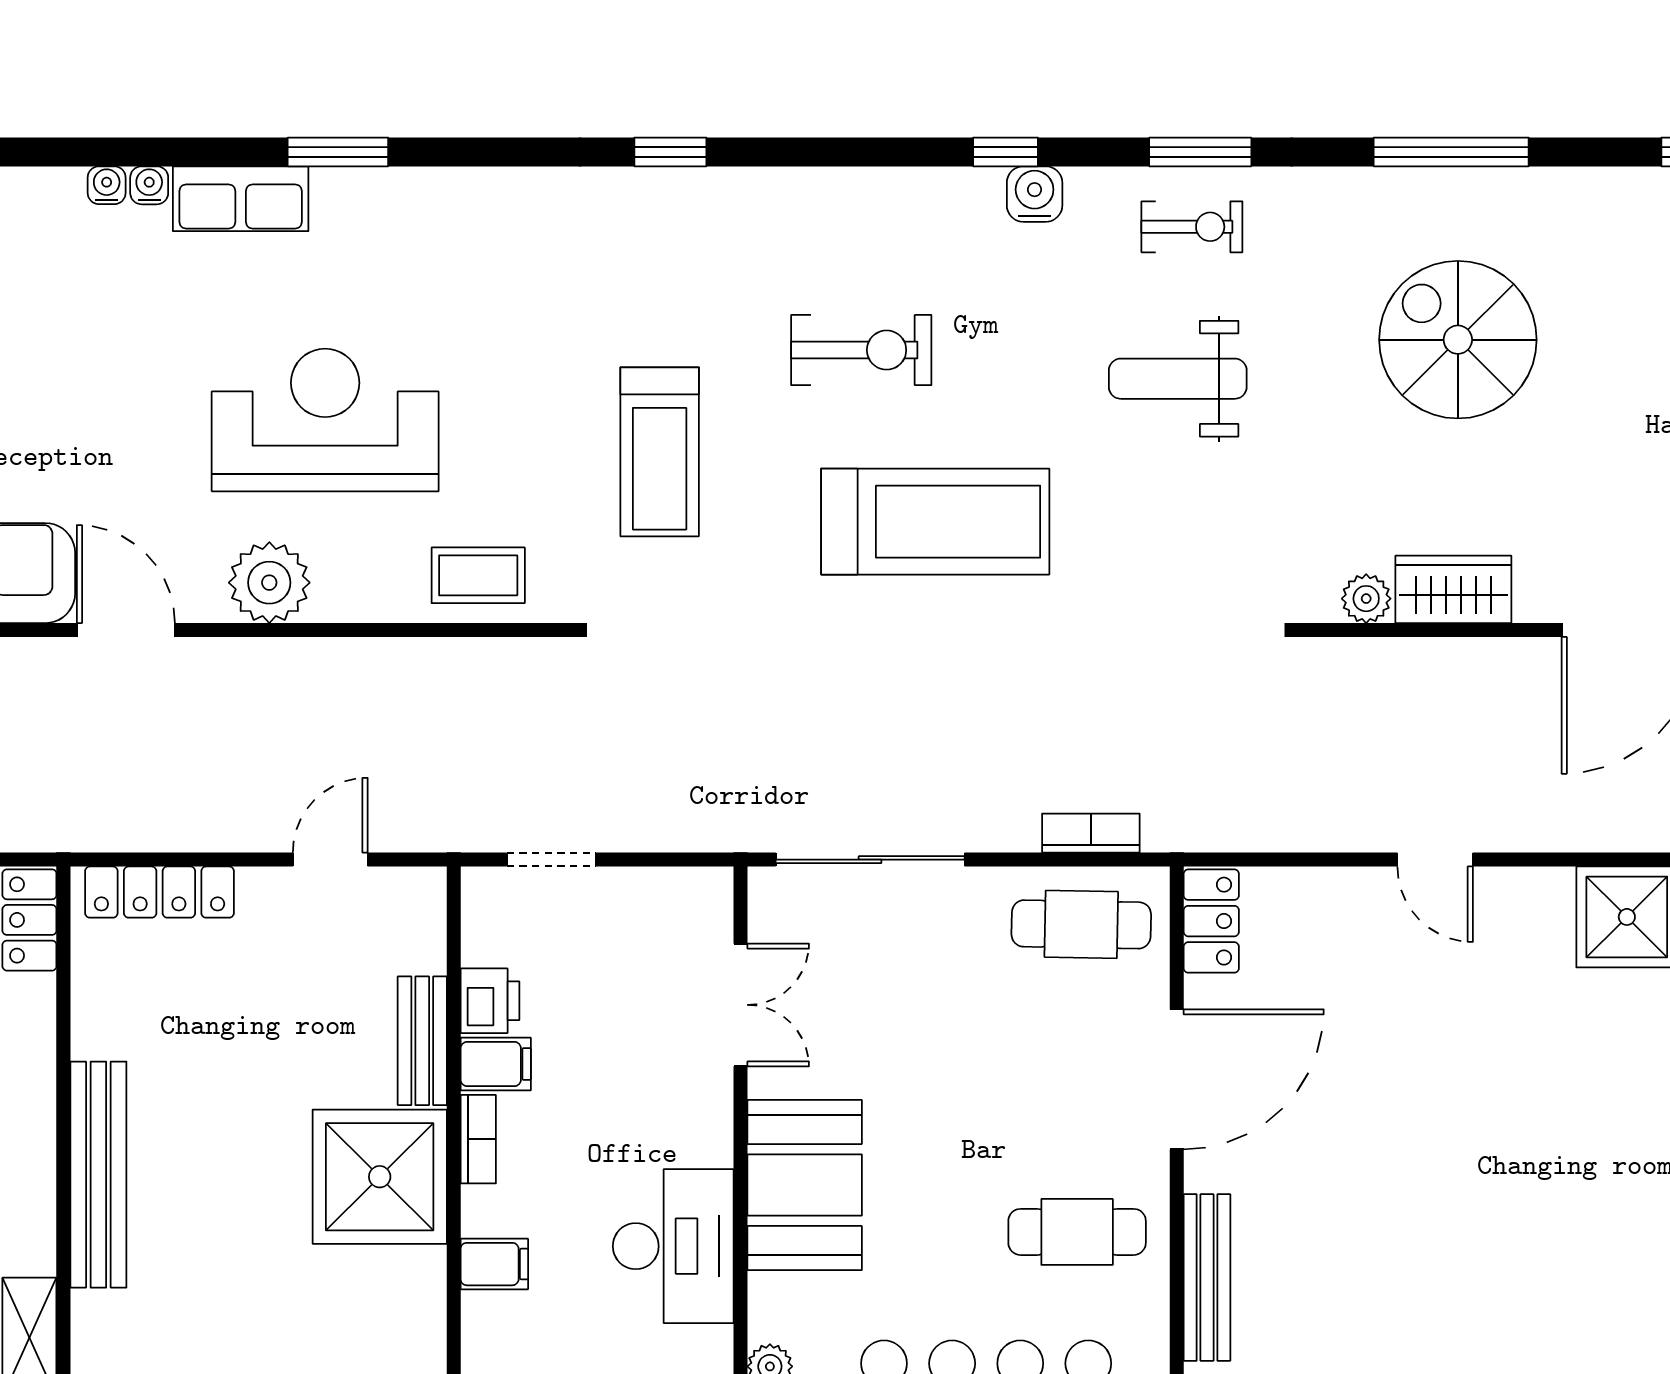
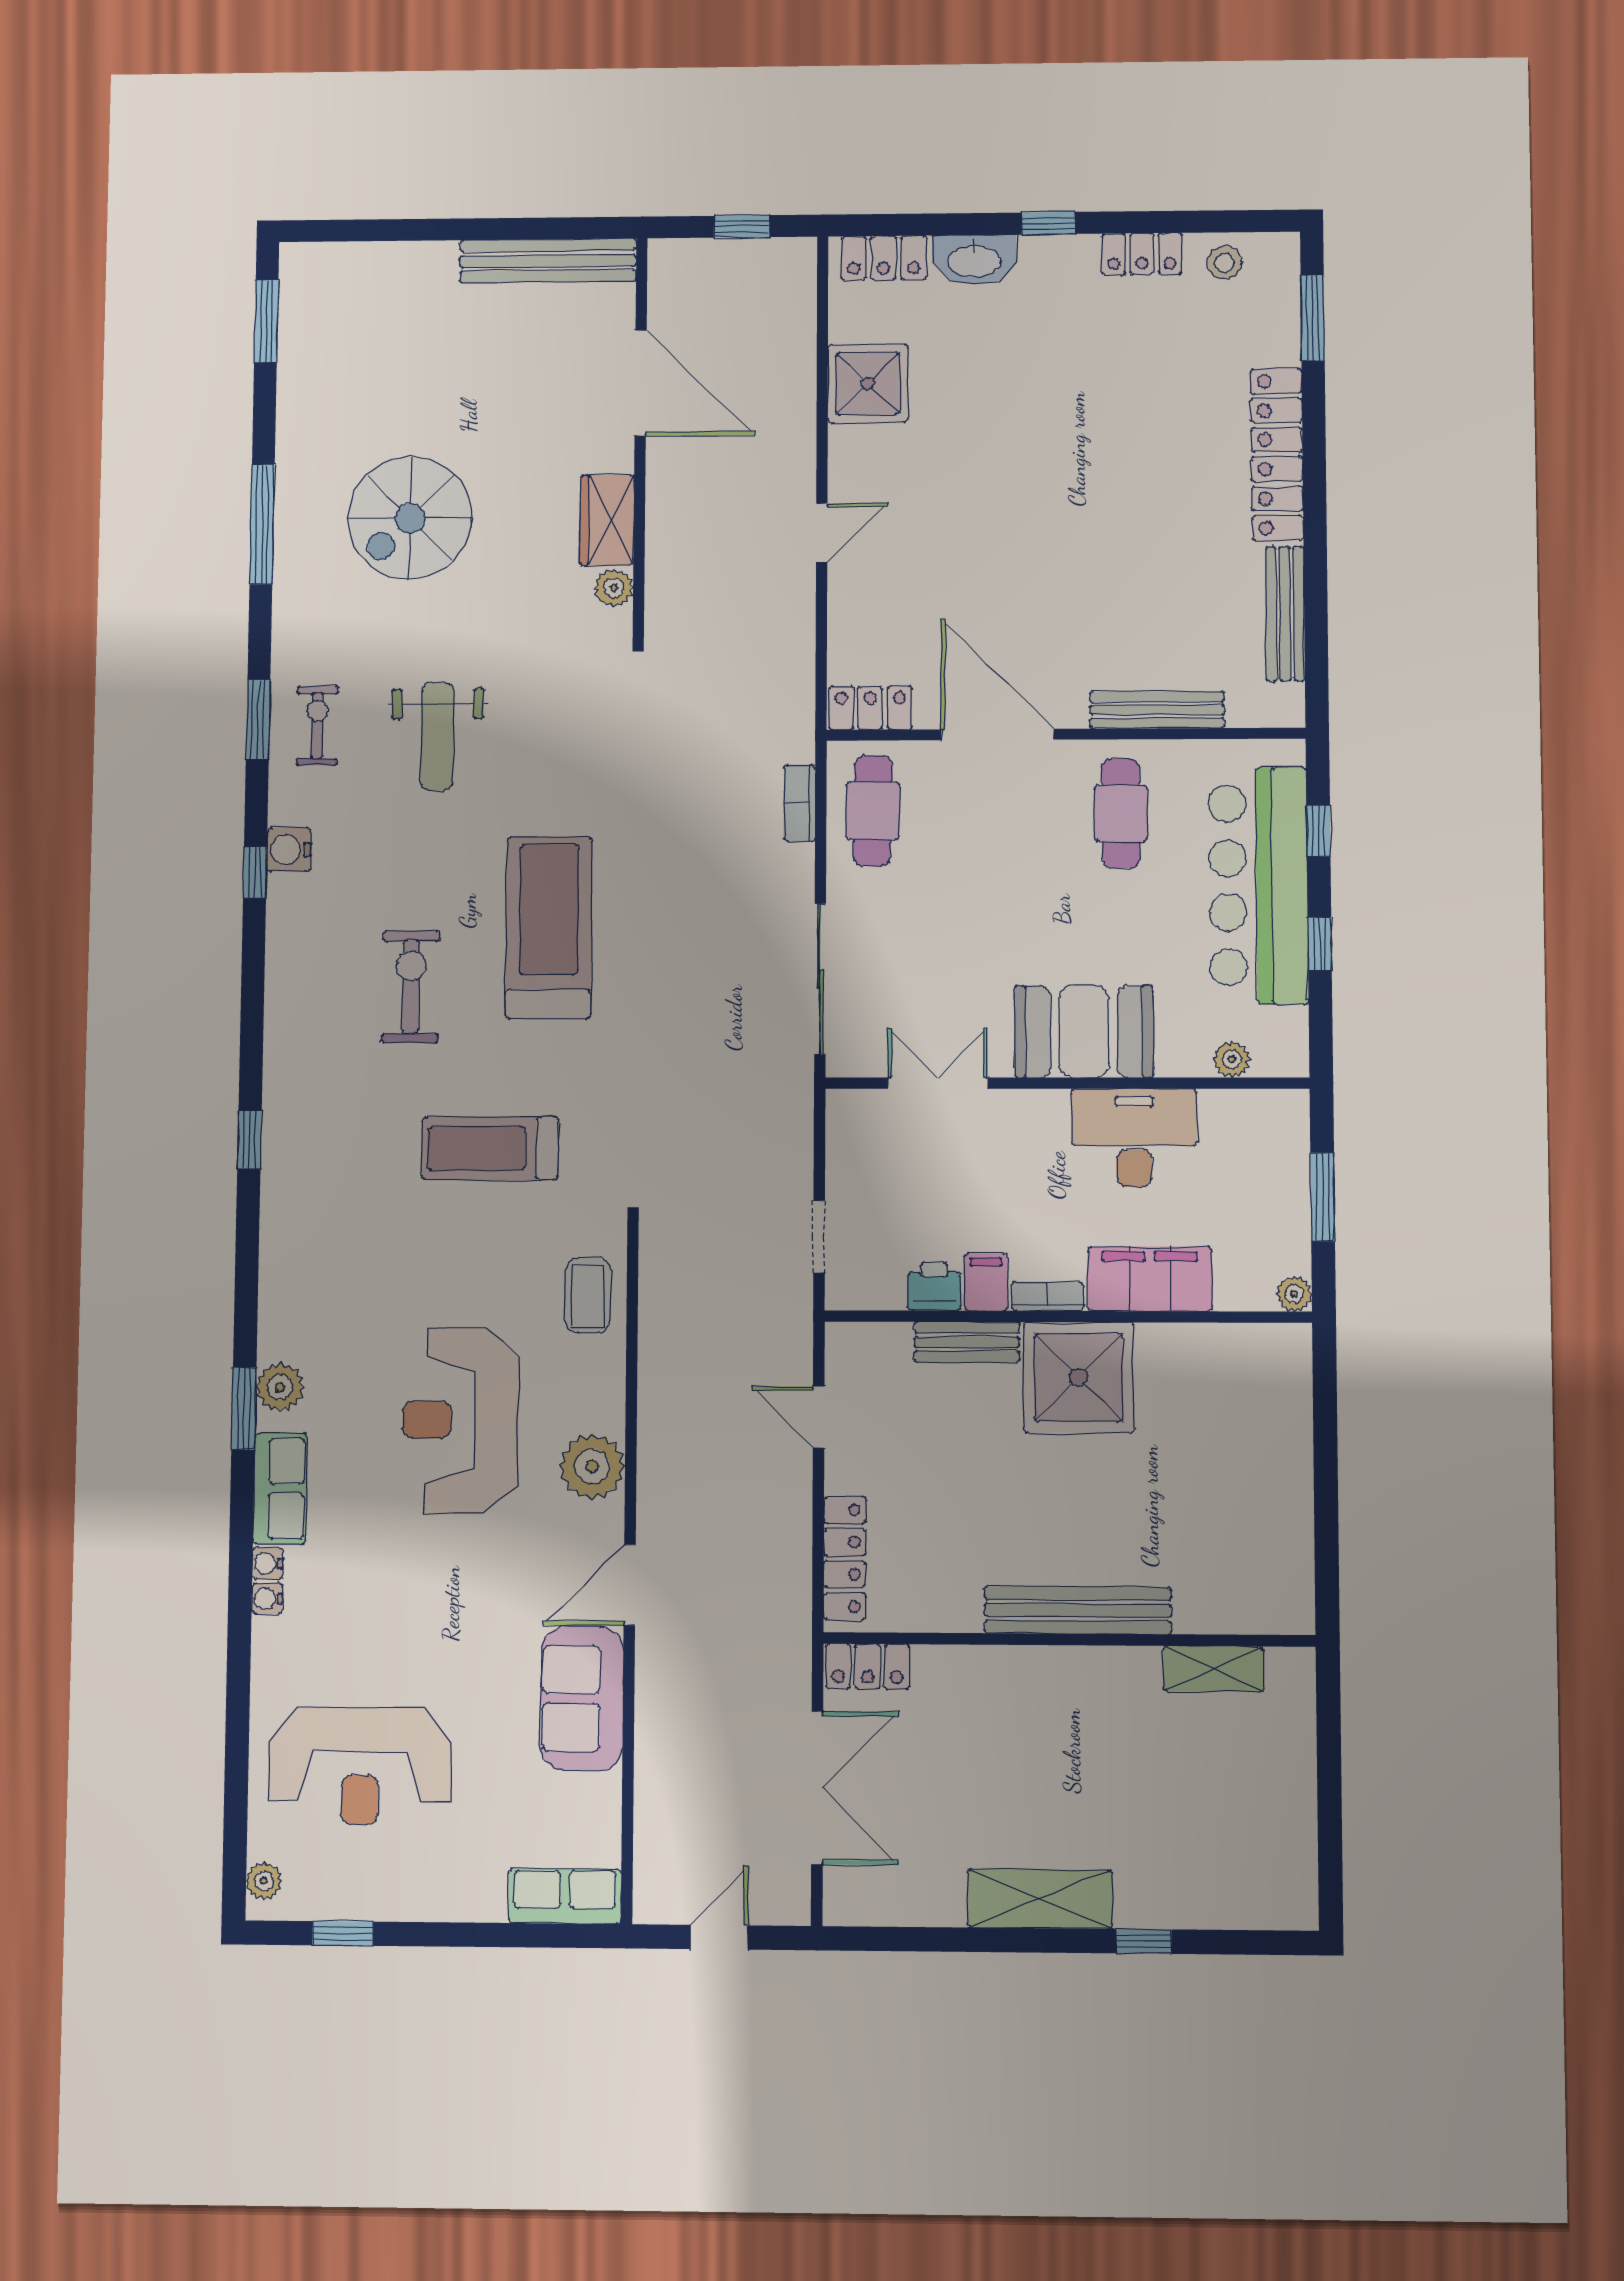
plant: (365, 196) -> (280, 1387), added
treadmill: (660, 452) -> (490, 1148), turned 180
filing cabinet: (494, 1264) -> (1150, 1279), width x3.00, depth x1.17

